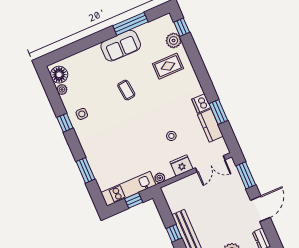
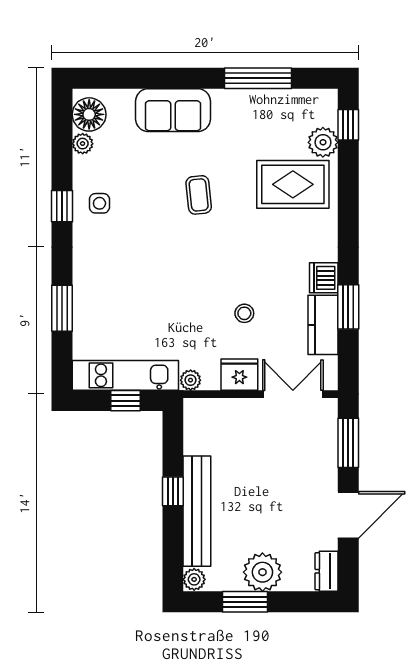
sofa: (121, 46) -> (173, 110), moved
rug: (168, 66) -> (293, 184), width x1.36, depth x1.43
double door: (210, 164) -> (293, 394), swing flipped

